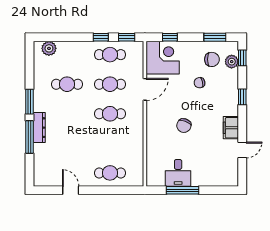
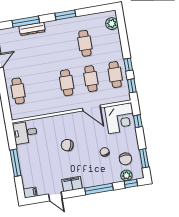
window: (242, 97) -> (99, 189), width x2.17
dresser: (39, 128) -> (32, 29), moved
window: (29, 137) -> (26, 22), moved
desk: (178, 173) -> (25, 133), moved
filing cabinet: (233, 179) -> (30, 193), added
window: (182, 190) -> (15, 163), moved

